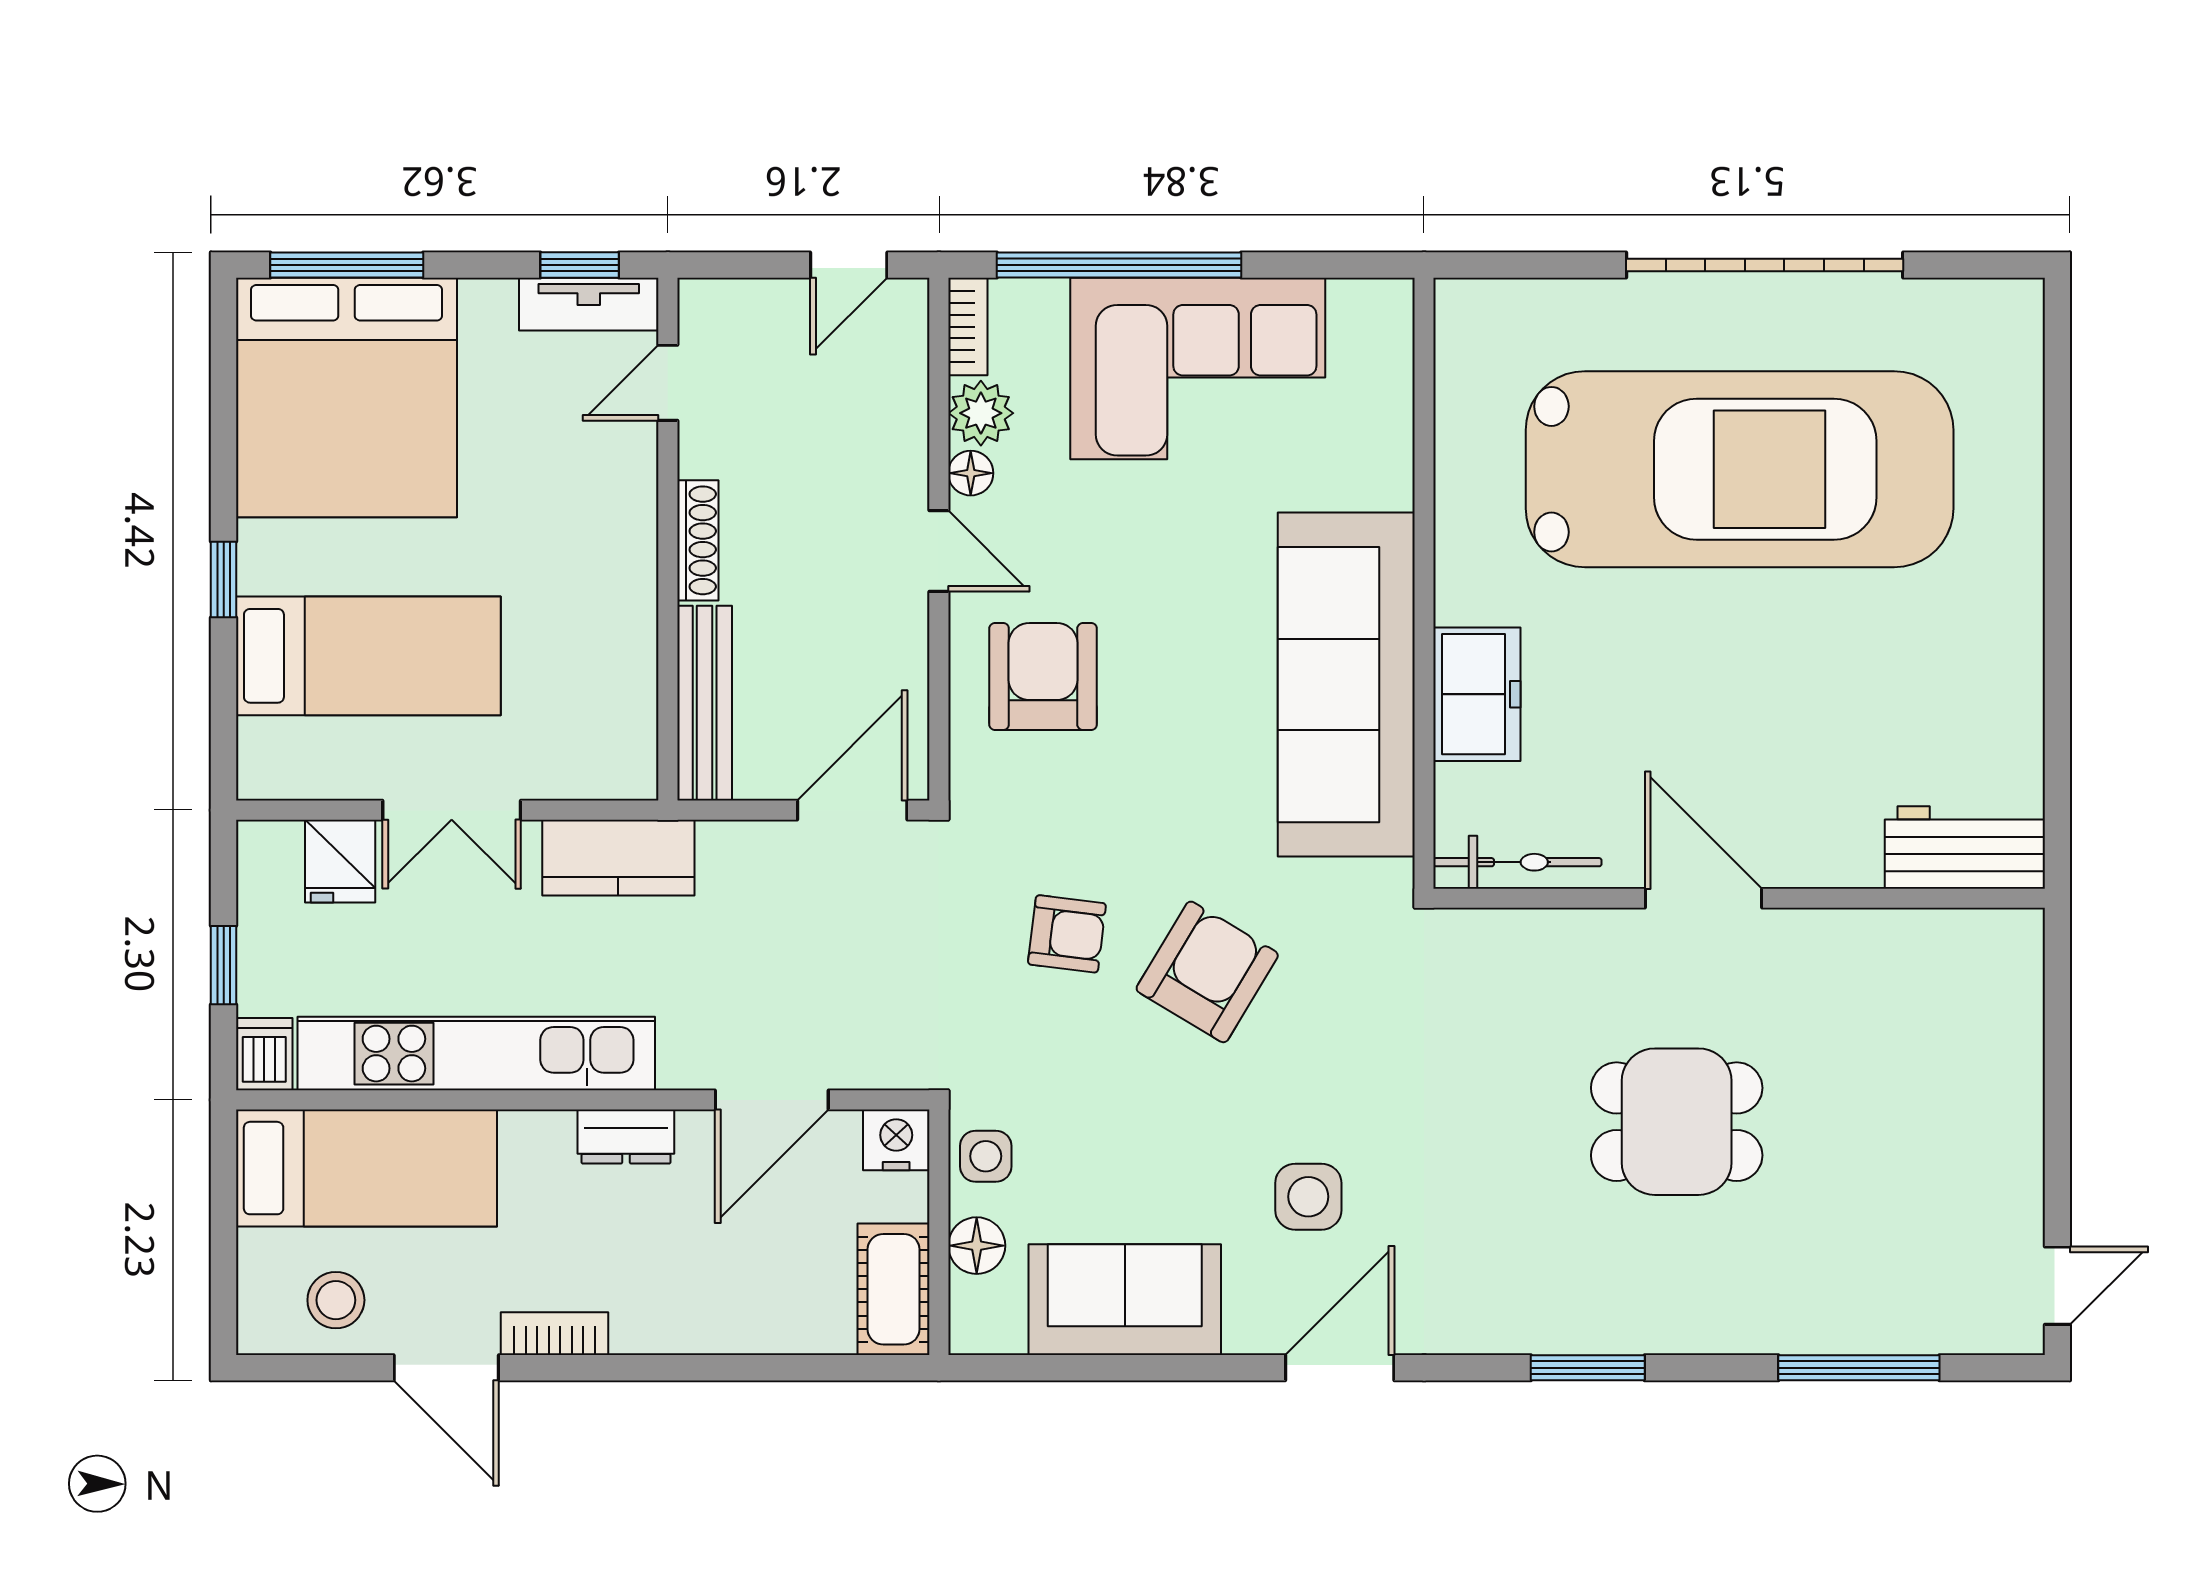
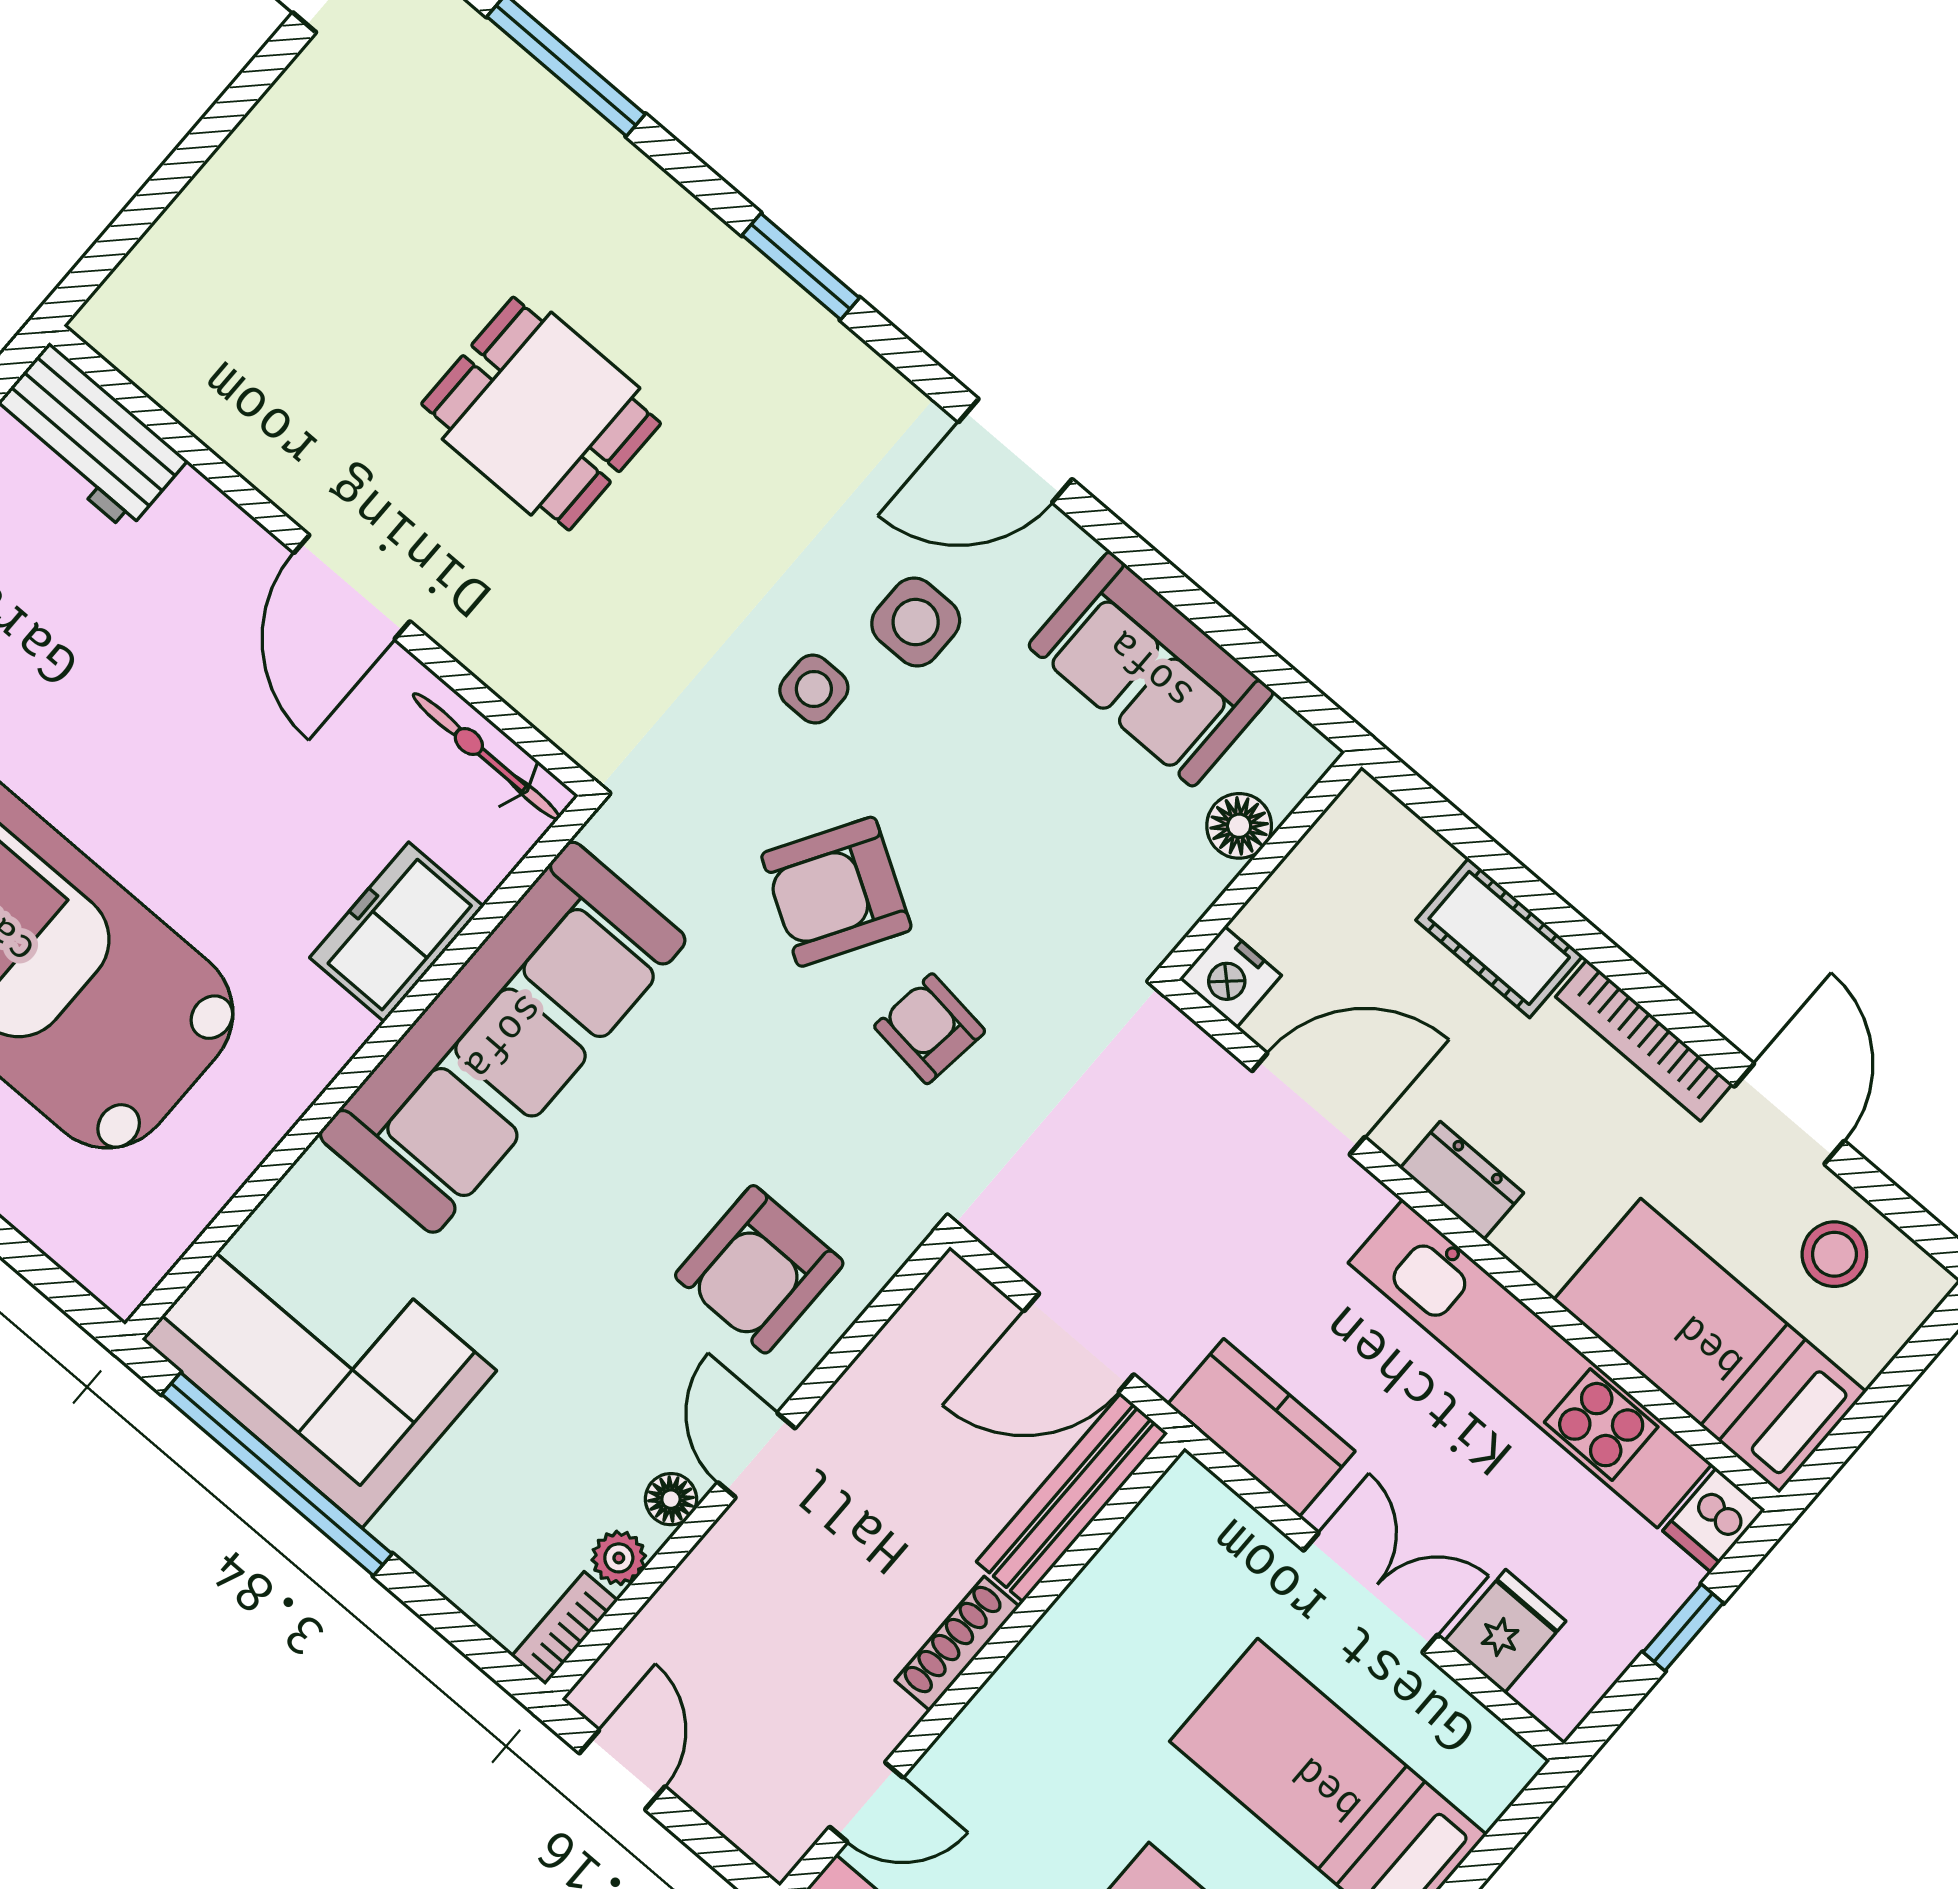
door: (849, 265) -> (622, 1770), hinge flipped
window: (1119, 265) -> (277, 1474), moved
corner sofa: (1198, 368) -> (319, 1355), moved
plant: (981, 413) -> (619, 1558), width x0.73, depth x0.73
door: (852, 810) -> (1079, 1343), moved
side table: (986, 1156) -> (814, 689), moved
cot: (894, 1289) -> (1499, 938), moved, turned 90
bookcase: (555, 1334) -> (1644, 1040), width x1.56

